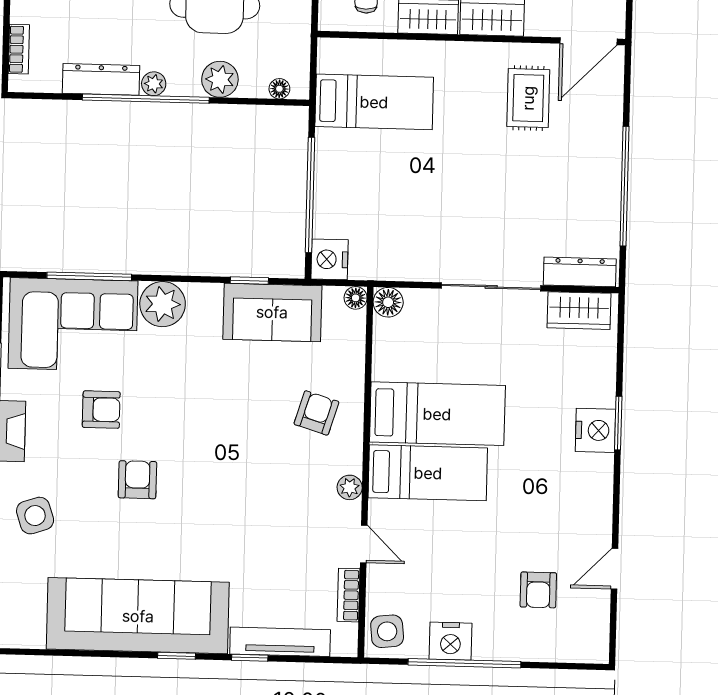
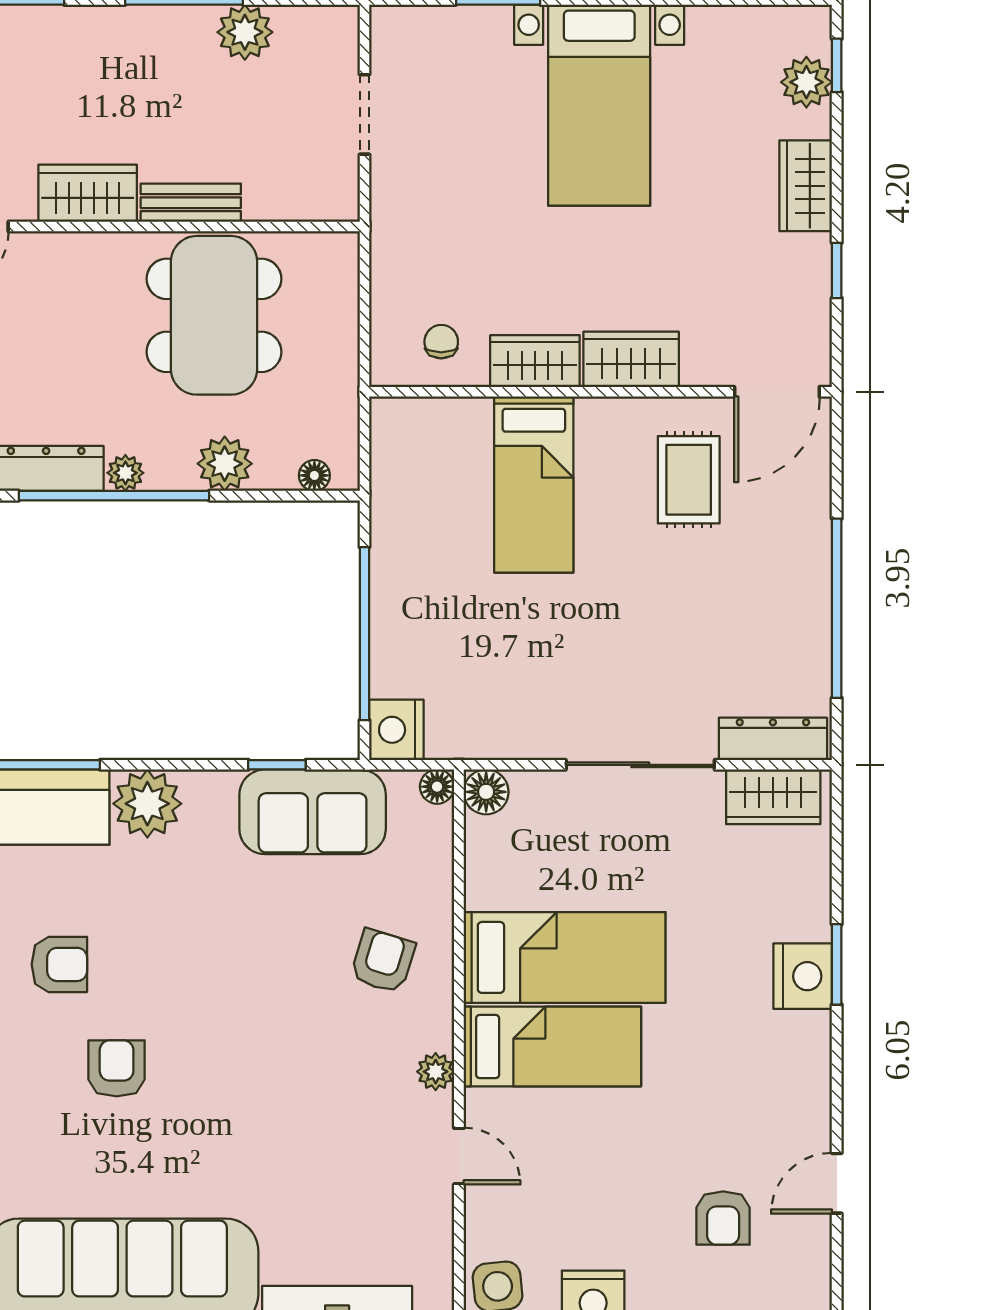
bed: (374, 102) -> (534, 485), moved, turned 90
bookcase: (349, 595) -> (438, 1233), removed

